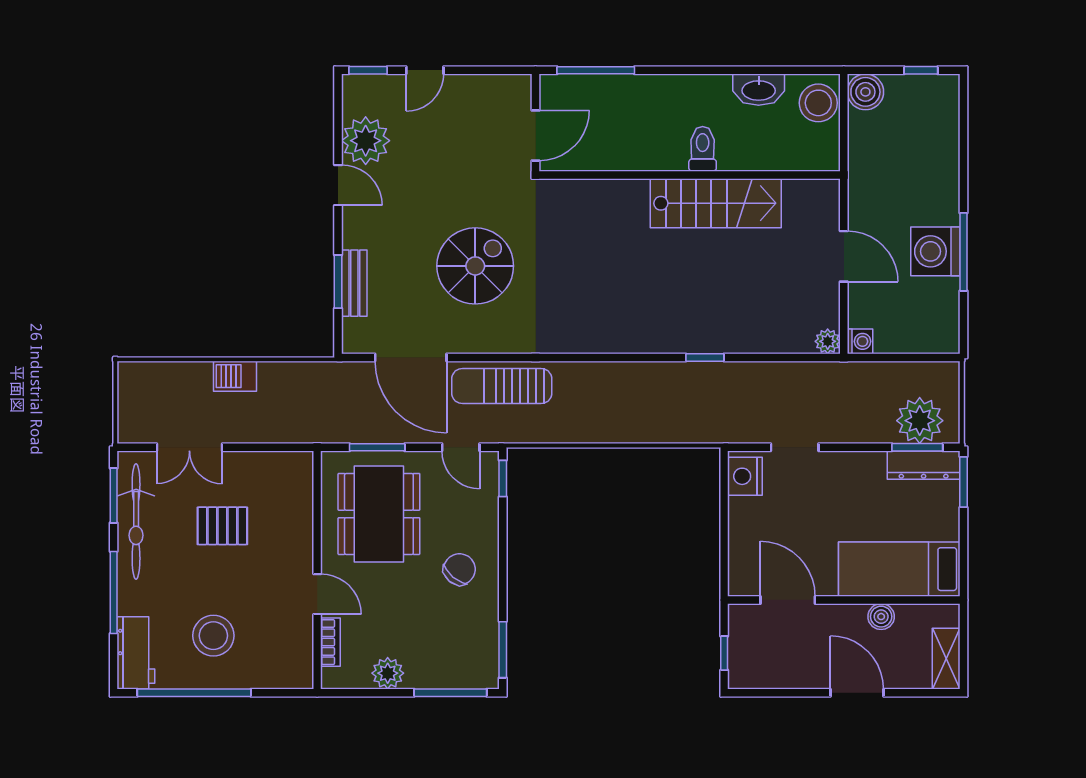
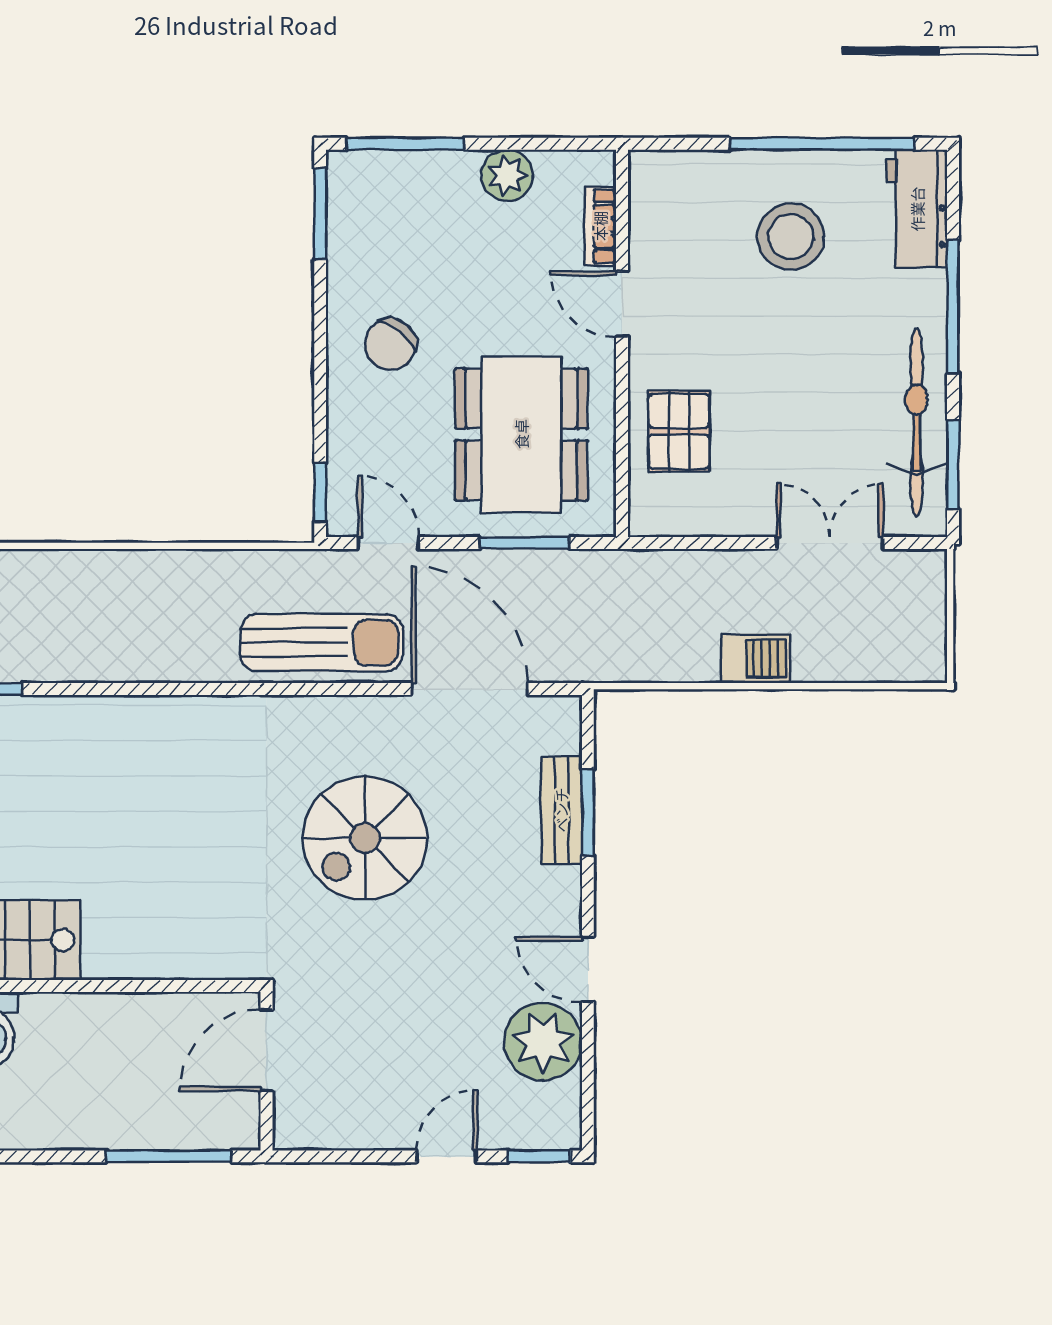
pallet: (222, 526) -> (679, 431), moved, turned 90

